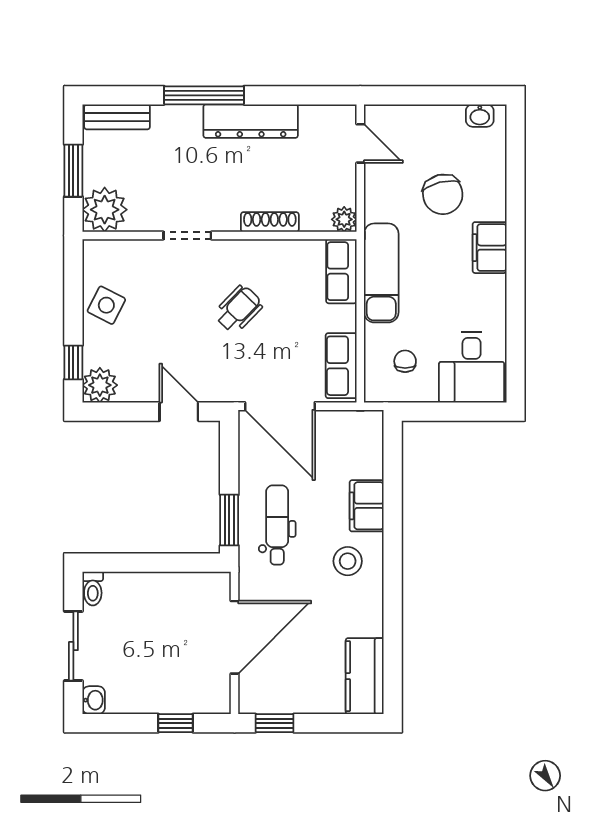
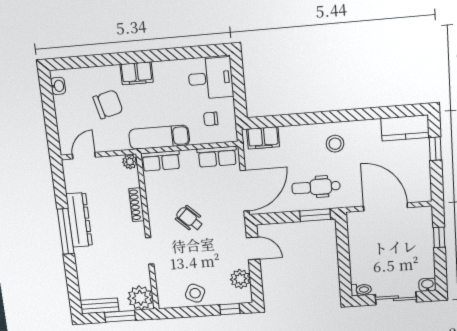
window: (204, 95) -> (66, 231), moved
bench: (117, 117) -> (100, 306), moved, turned 90
plant: (100, 385) -> (240, 279), moved
door: (179, 412) -> (253, 248), swing flipped
filing cabinet: (367, 506) -> (263, 138), moved
window: (275, 723) -> (435, 149), moved

